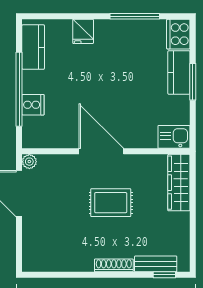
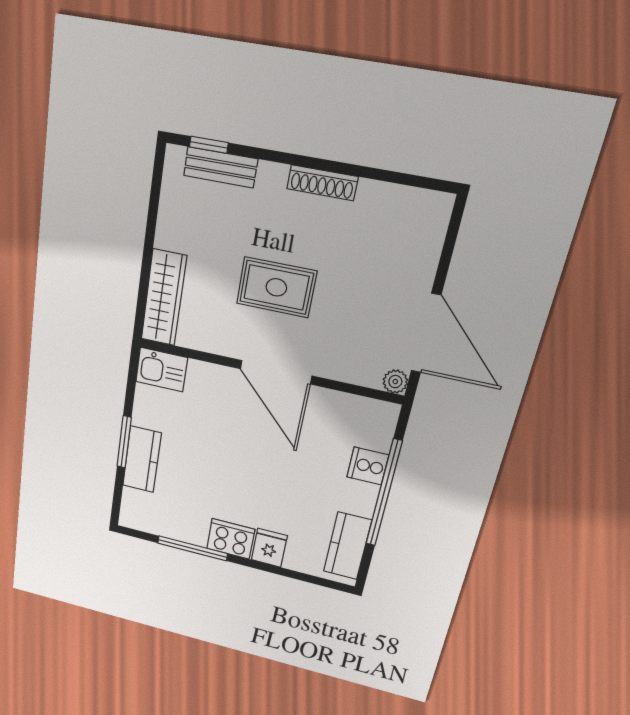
cooker: (178, 34) -> (231, 539), moved, turned -90
shoe rack: (114, 265) -> (322, 183), moved

